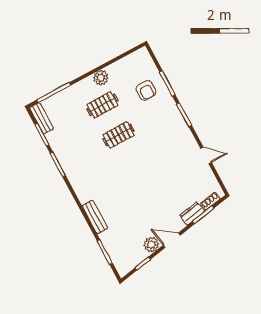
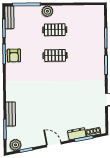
plant: (101, 78) -> (47, 11), moved
armchair: (146, 90) -> (14, 56), moved
bench: (95, 217) -> (11, 114), moved
plant: (151, 244) -> (15, 145), moved

